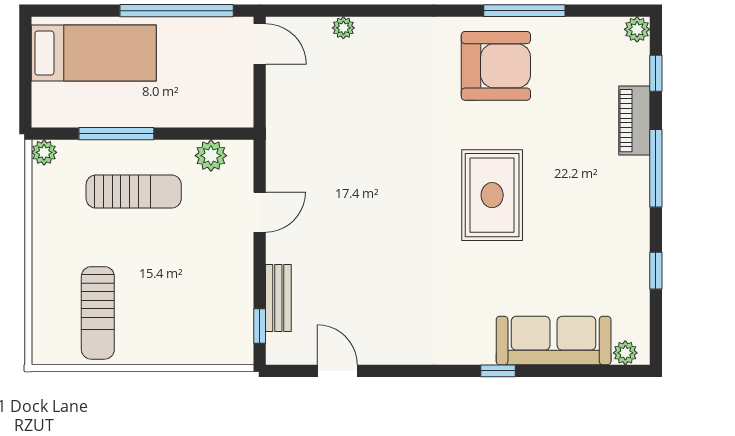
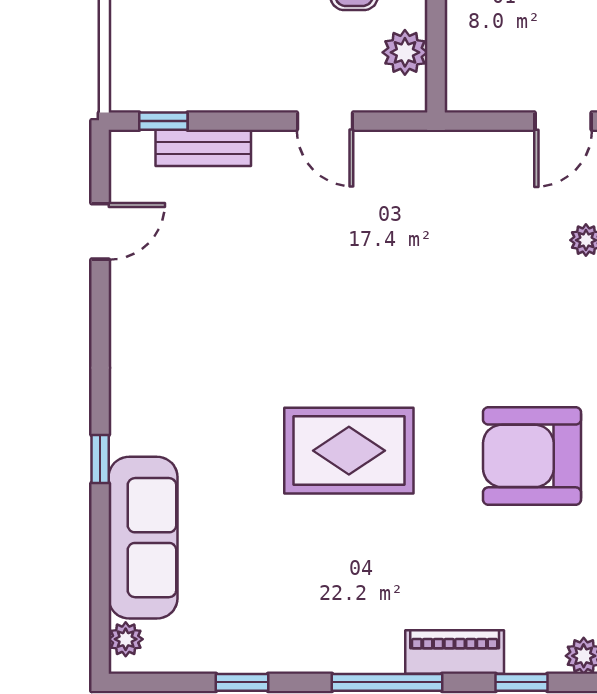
armchair: (496, 66) -> (532, 456), turned 90

